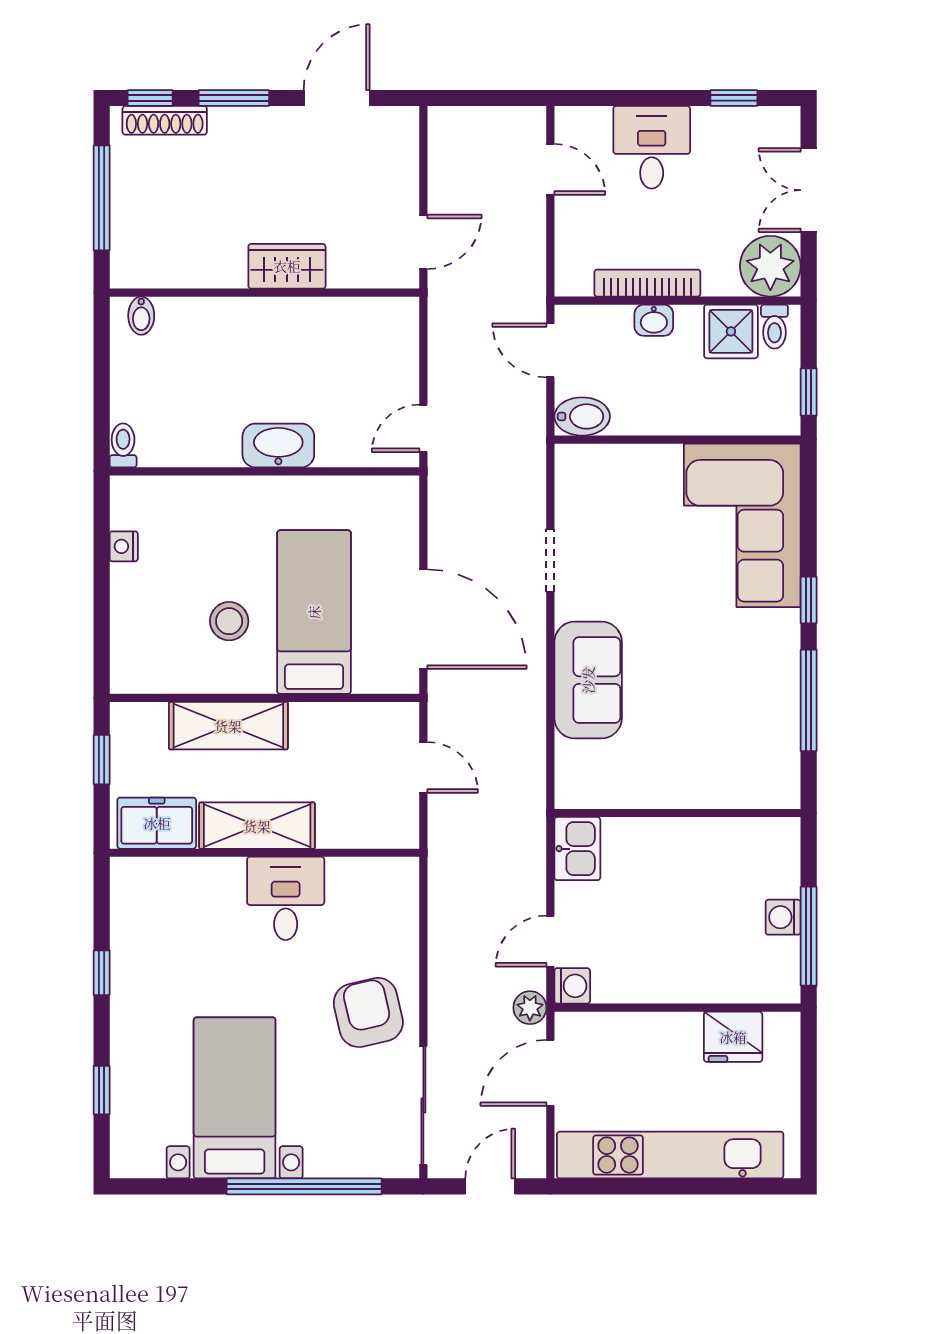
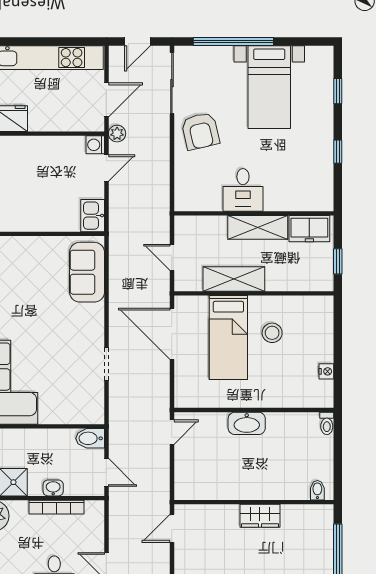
wardrobe: (287, 266) -> (260, 516), moved
sofa: (588, 680) -> (87, 272), moved
shelving: (228, 726) -> (234, 279), moved

